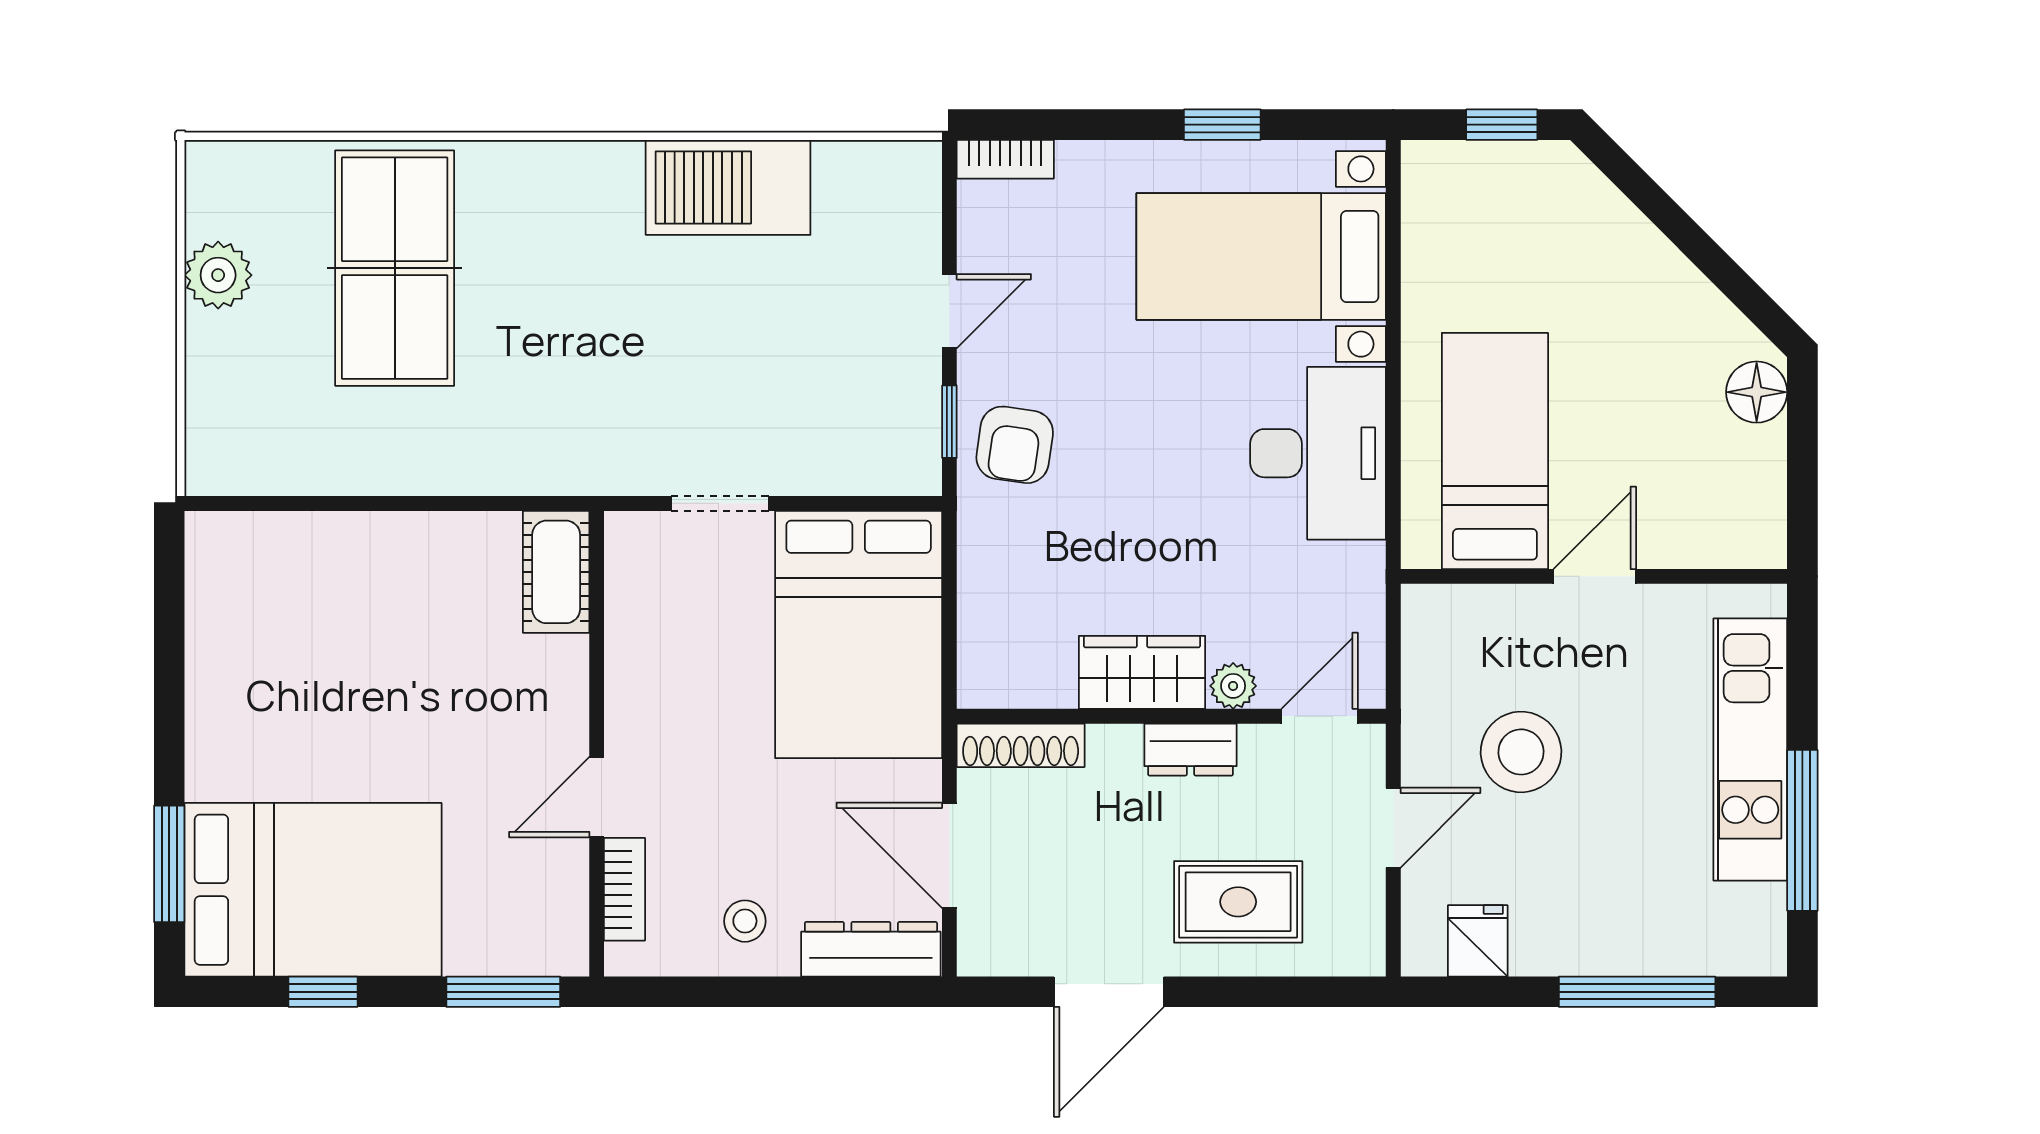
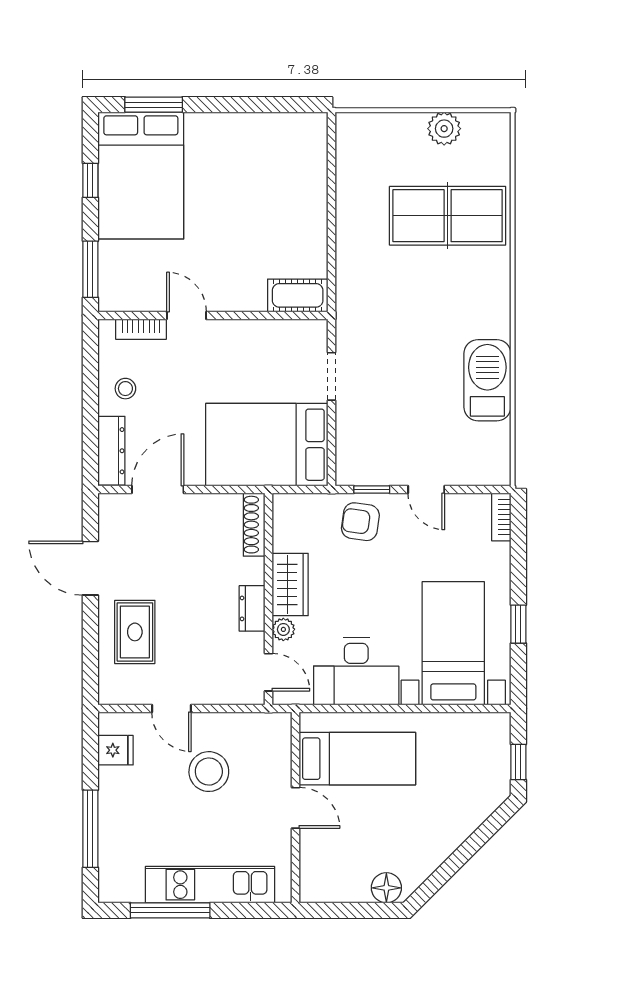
wardrobe: (1142, 672) -> (290, 585), moved
plant: (1233, 686) -> (283, 629), moved
wall: (1171, 716) -> (268, 599), moved
door: (1320, 716) -> (268, 672), moved
shoe rack: (1021, 745) -> (254, 525), moved
dresser: (1191, 750) -> (252, 608), moved

